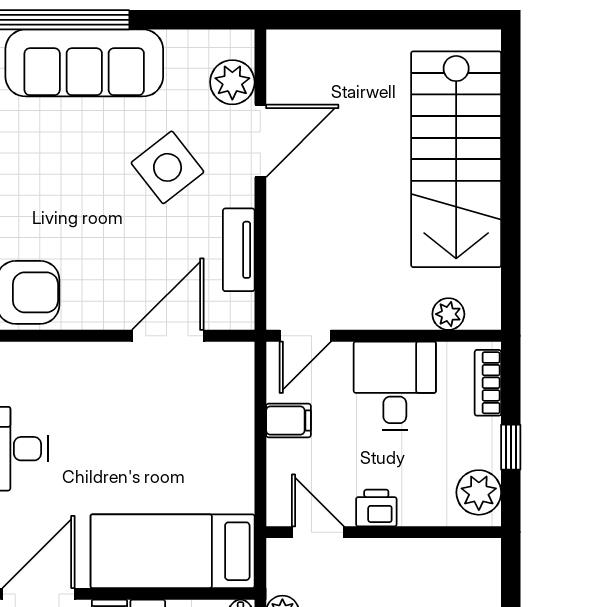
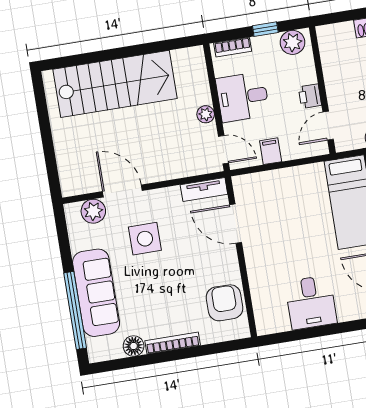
side table: (168, 167) -> (145, 239), turned 38
tv unit: (239, 250) -> (204, 190), moved
plant: (448, 314) -> (206, 114), moved

